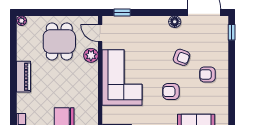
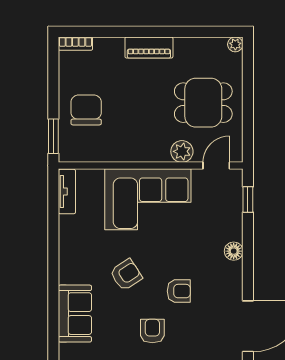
floor lamp: (175, 22) -> (234, 251), moved
armchair: (182, 57) -> (179, 291), turned -110
armchair: (171, 92) -> (126, 275), turned 57

